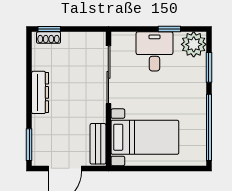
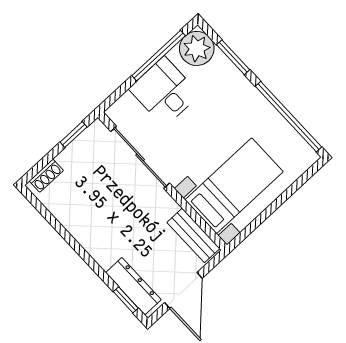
window: (49, 29) -> (74, 135), moved
window: (169, 29) -> (159, 56), width x2.17
dresser: (40, 92) -> (133, 286), moved
window: (29, 145) -> (126, 300), width x0.67

